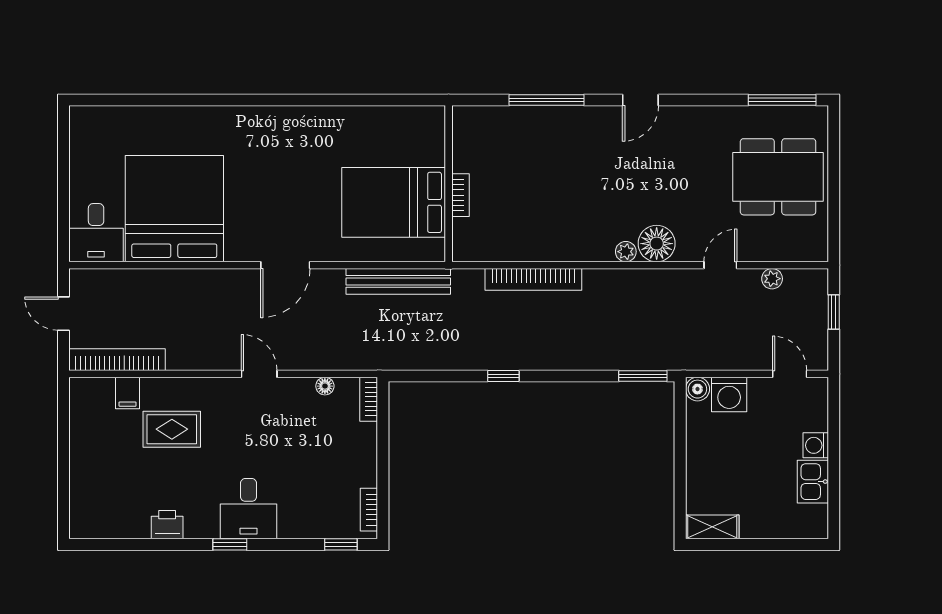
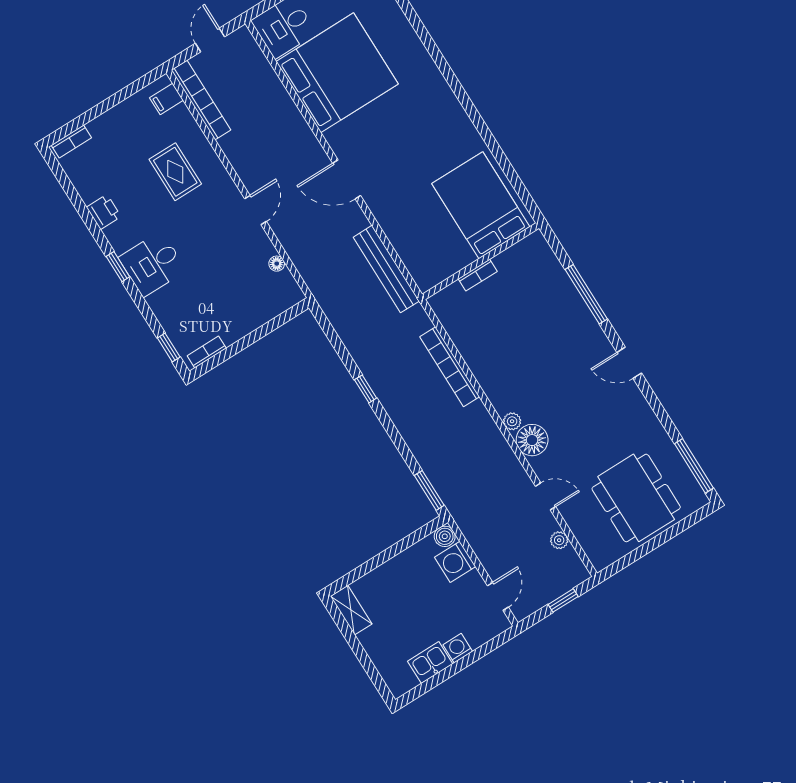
bed: (394, 202) -> (481, 205), moved
filing cabinet: (128, 393) -> (166, 99), moved
bookcase: (369, 399) -> (71, 141), moved, turned 180

